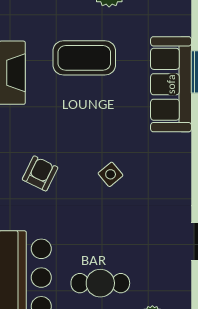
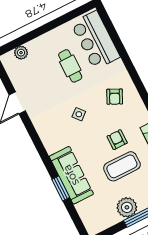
armchair: (71, 104) -> (117, 140), added
cafe table: (100, 283) -> (70, 66), moved, turned 90

